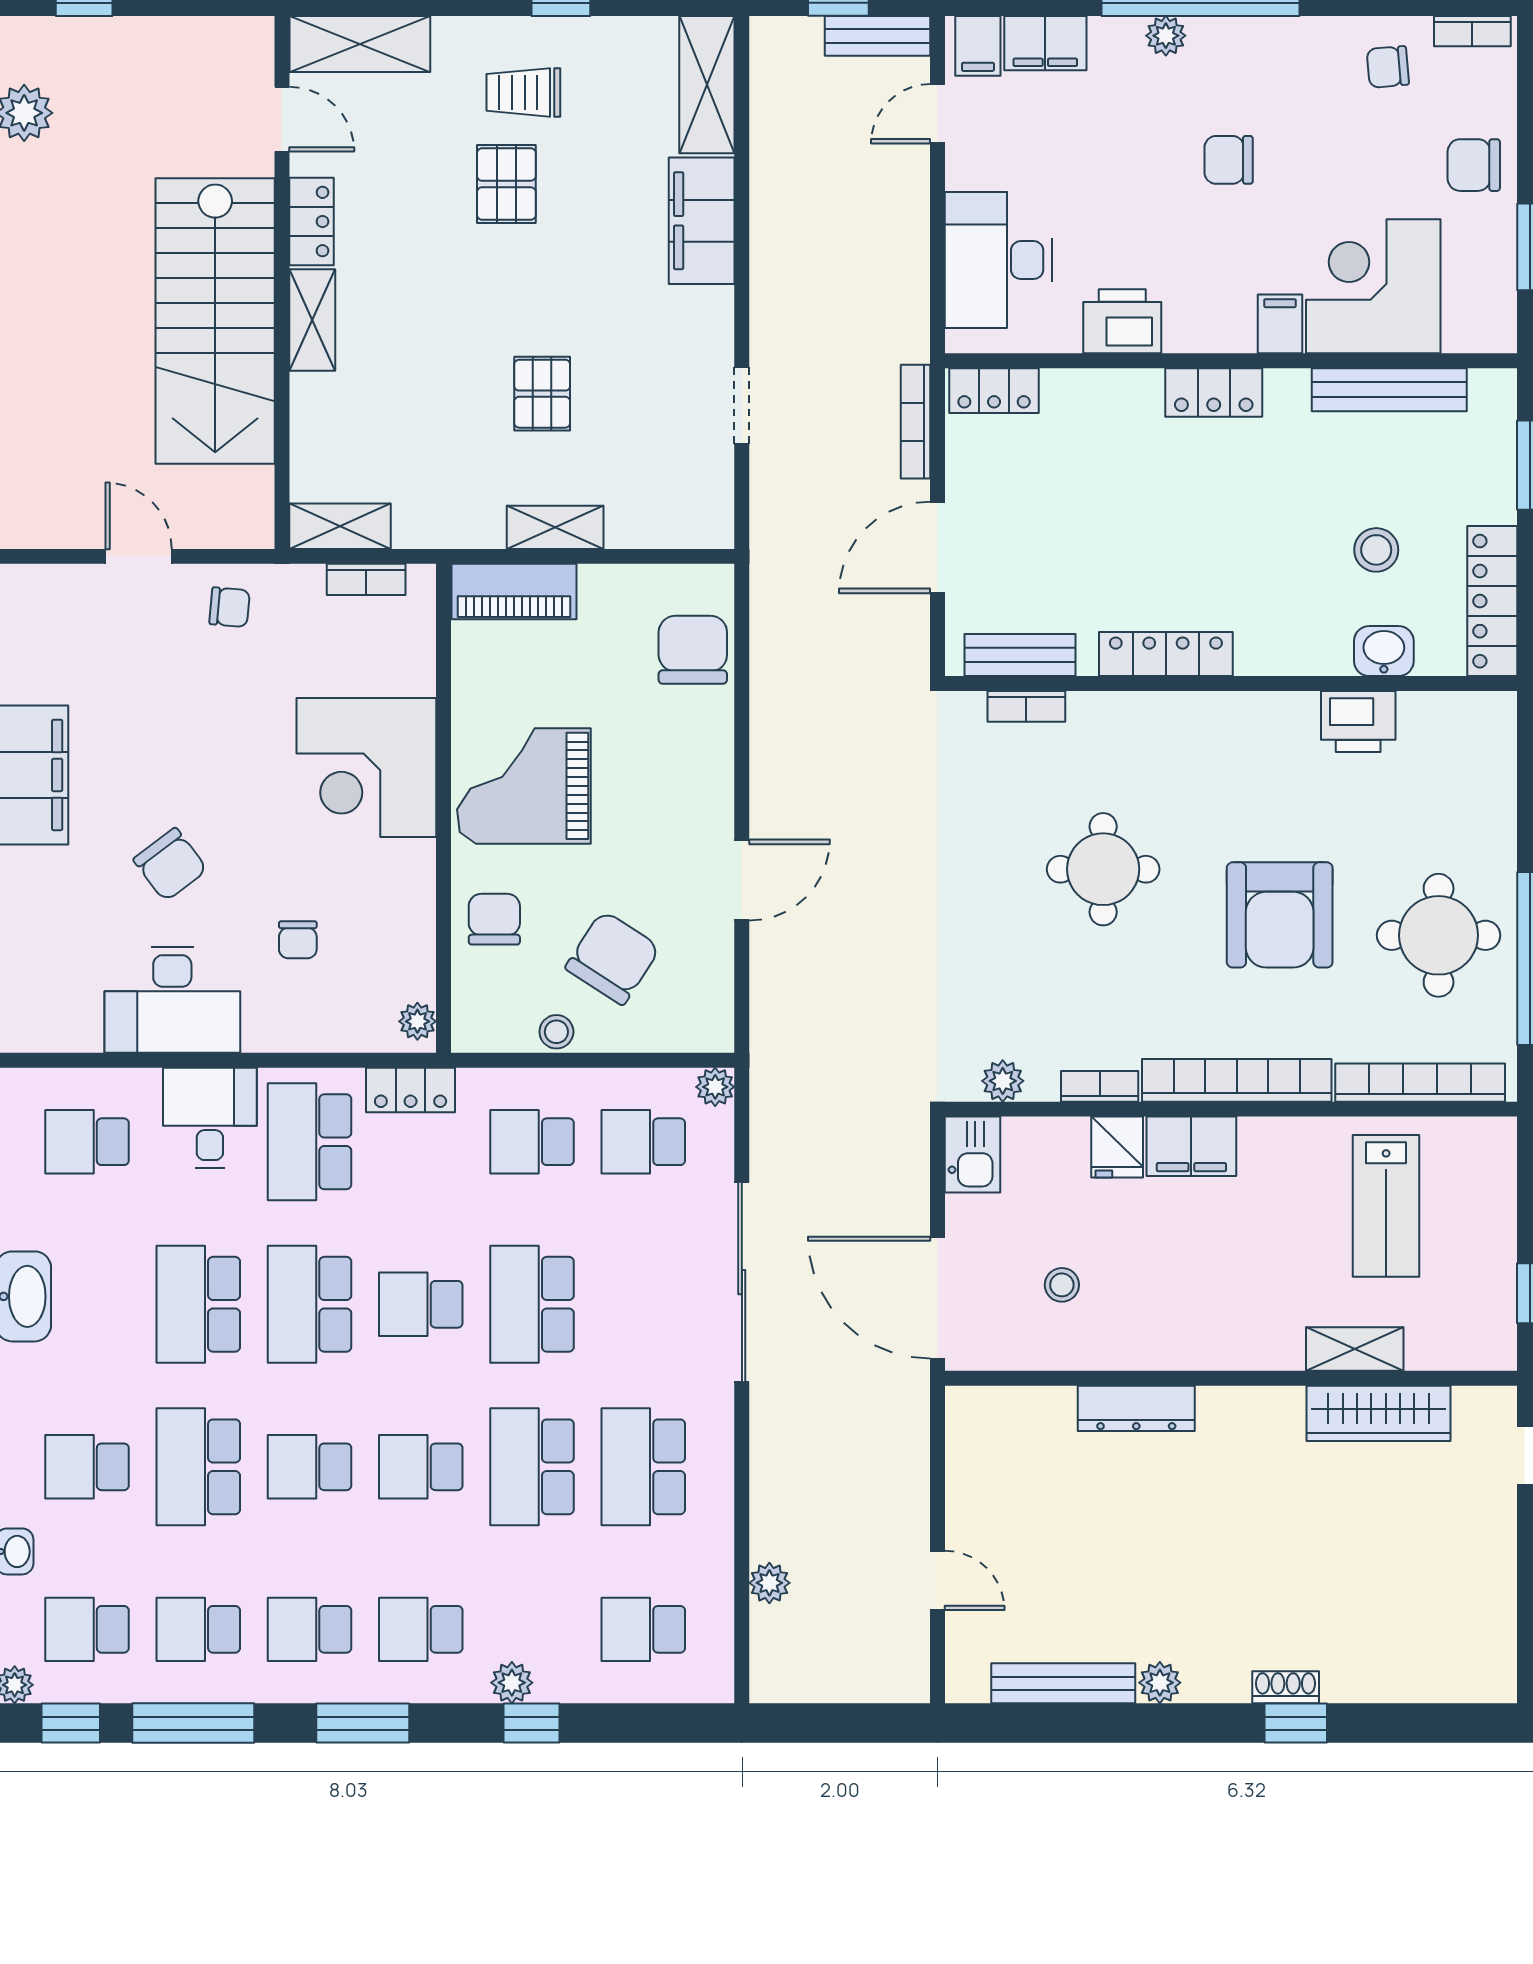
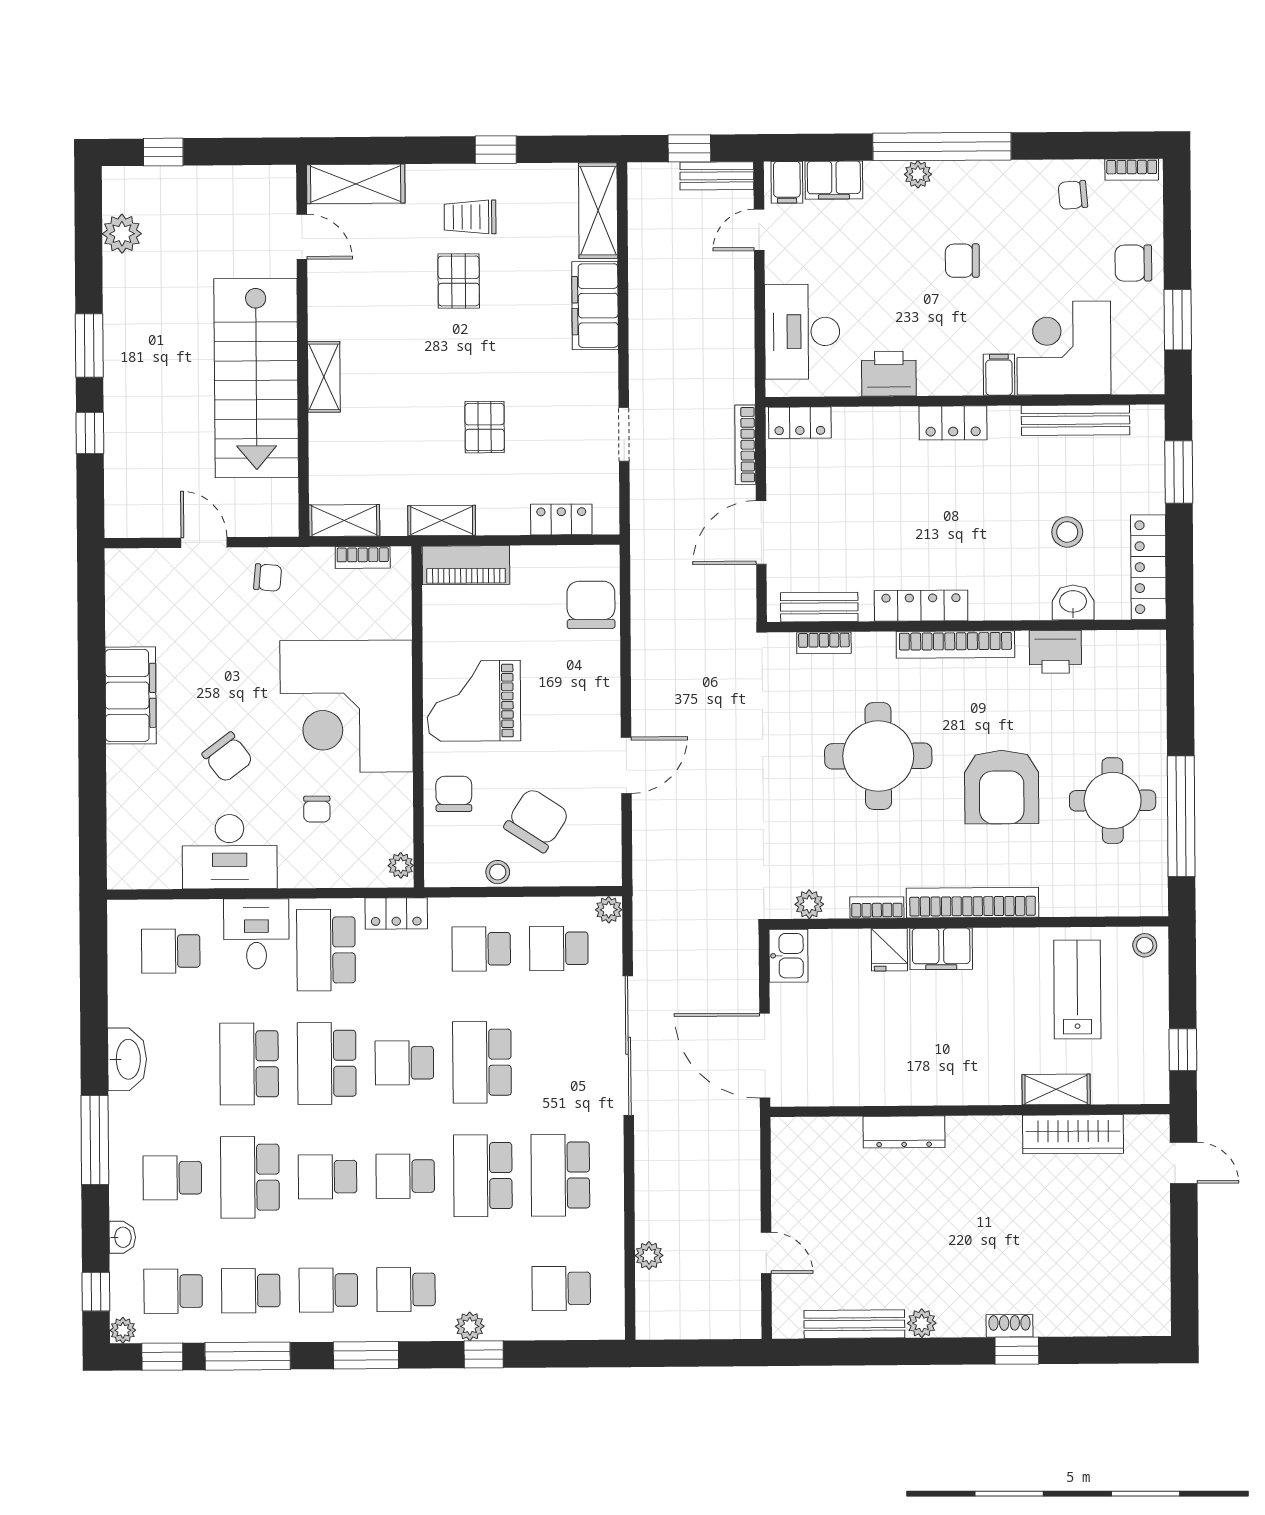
locker: (311, 222) -> (561, 519), moved, turned -90
shelving: (555, 527) -> (442, 521), moved
corner desk: (366, 768) -> (346, 706), width x1.36, depth x1.36
round table: (1103, 869) -> (878, 756), width x1.36, depth x1.36
bookcase: (1420, 1083) -> (955, 645), moved, turned 180
lab bench: (1386, 1206) -> (1077, 989), turned 180
stool: (1062, 1285) -> (1145, 945), moved

